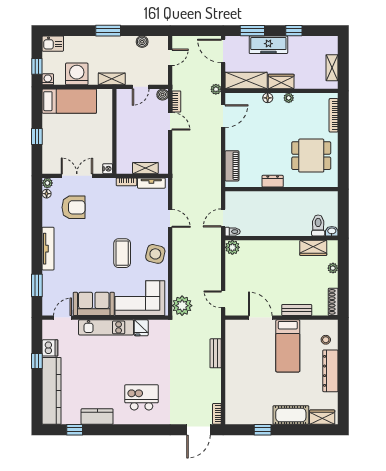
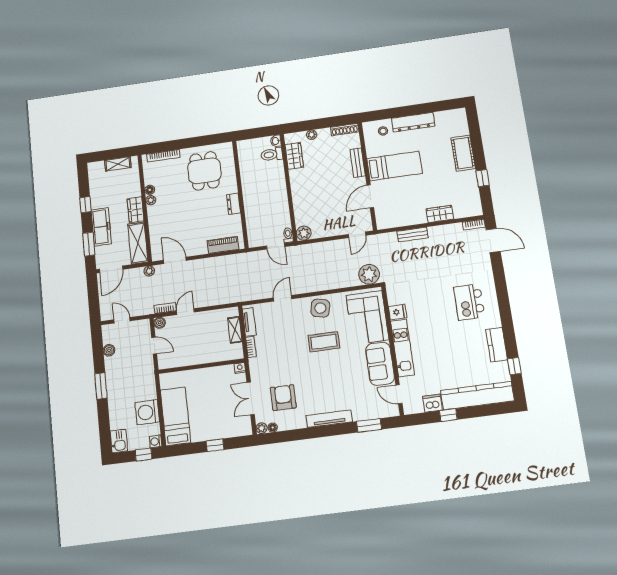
shelving: (112, 79) -> (149, 376), removed
floor lamp: (268, 98) -> (150, 190), moved
wardrobe: (322, 417) -> (440, 214), moved, turned 90

